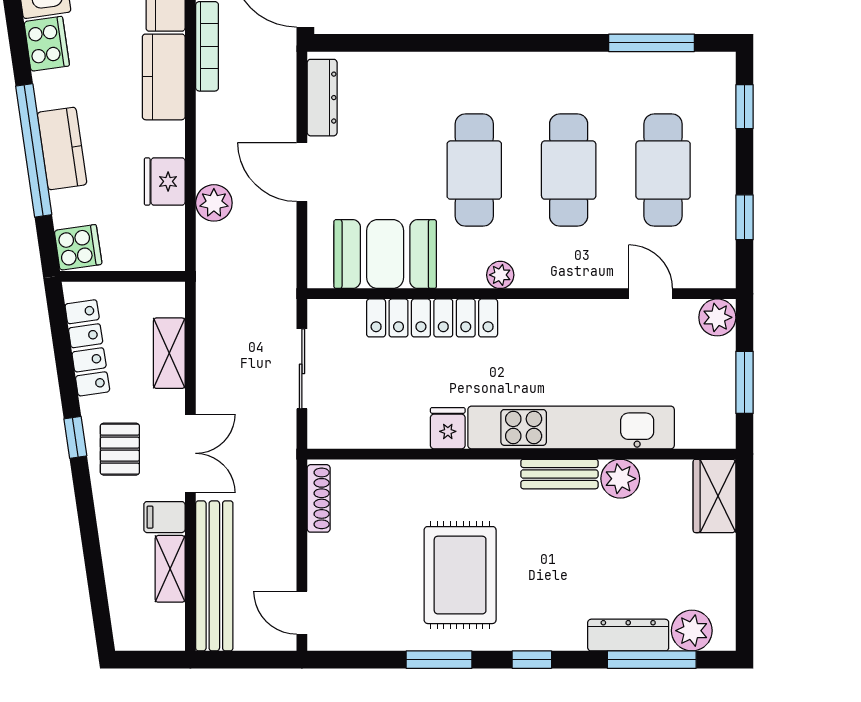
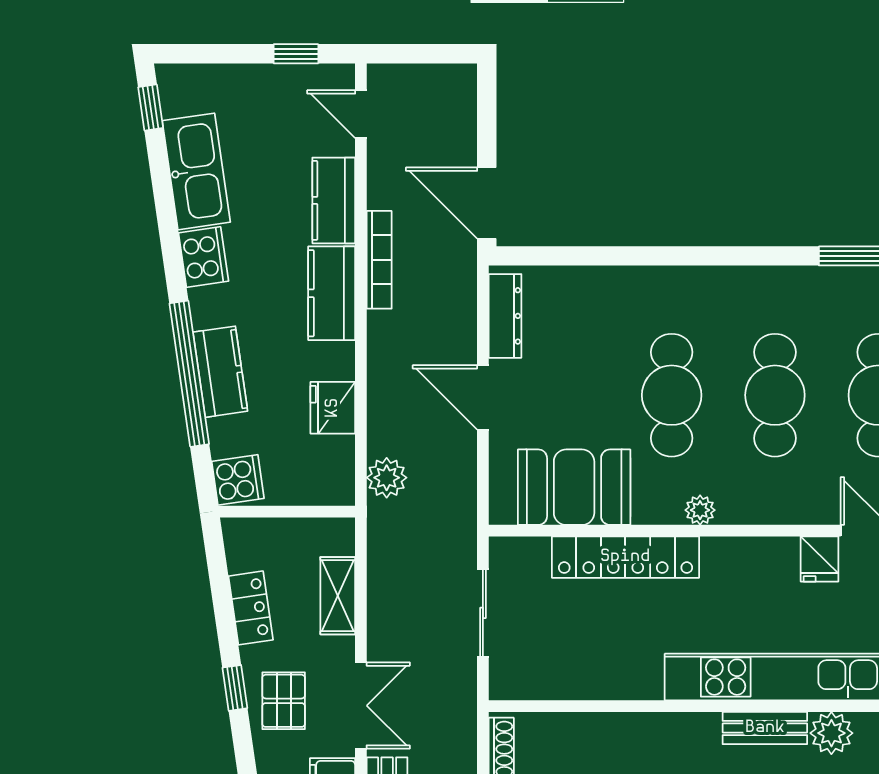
plant: (214, 203) -> (387, 478), moved
locker: (87, 348) -> (251, 608), width x0.66
fridge: (448, 428) -> (820, 559), moved, turned 180

